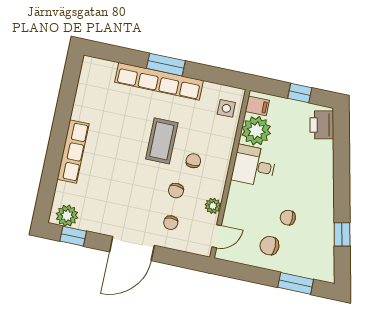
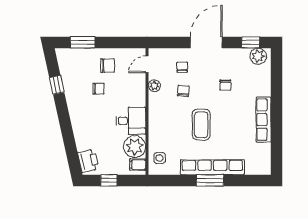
row of seats: (73, 151) -> (264, 120), moved
chair: (193, 161) -> (225, 85), moved

